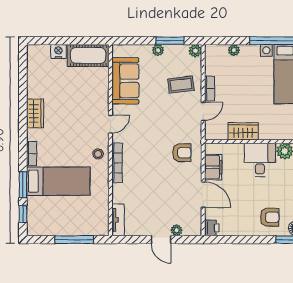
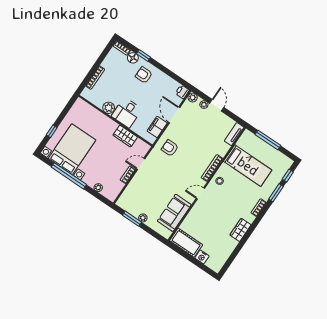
plant: (195, 51) -> (193, 98), moved
coffee table: (181, 85) -> (143, 189), removed
bed: (58, 181) -> (248, 166), moved, turned 180

